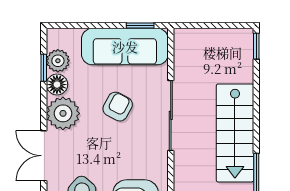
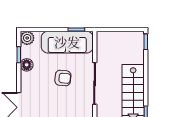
plant: (58, 61) -> (27, 38), moved
armchair: (118, 107) -> (63, 78), turned 68
plant: (63, 113) -> (30, 82), removed

